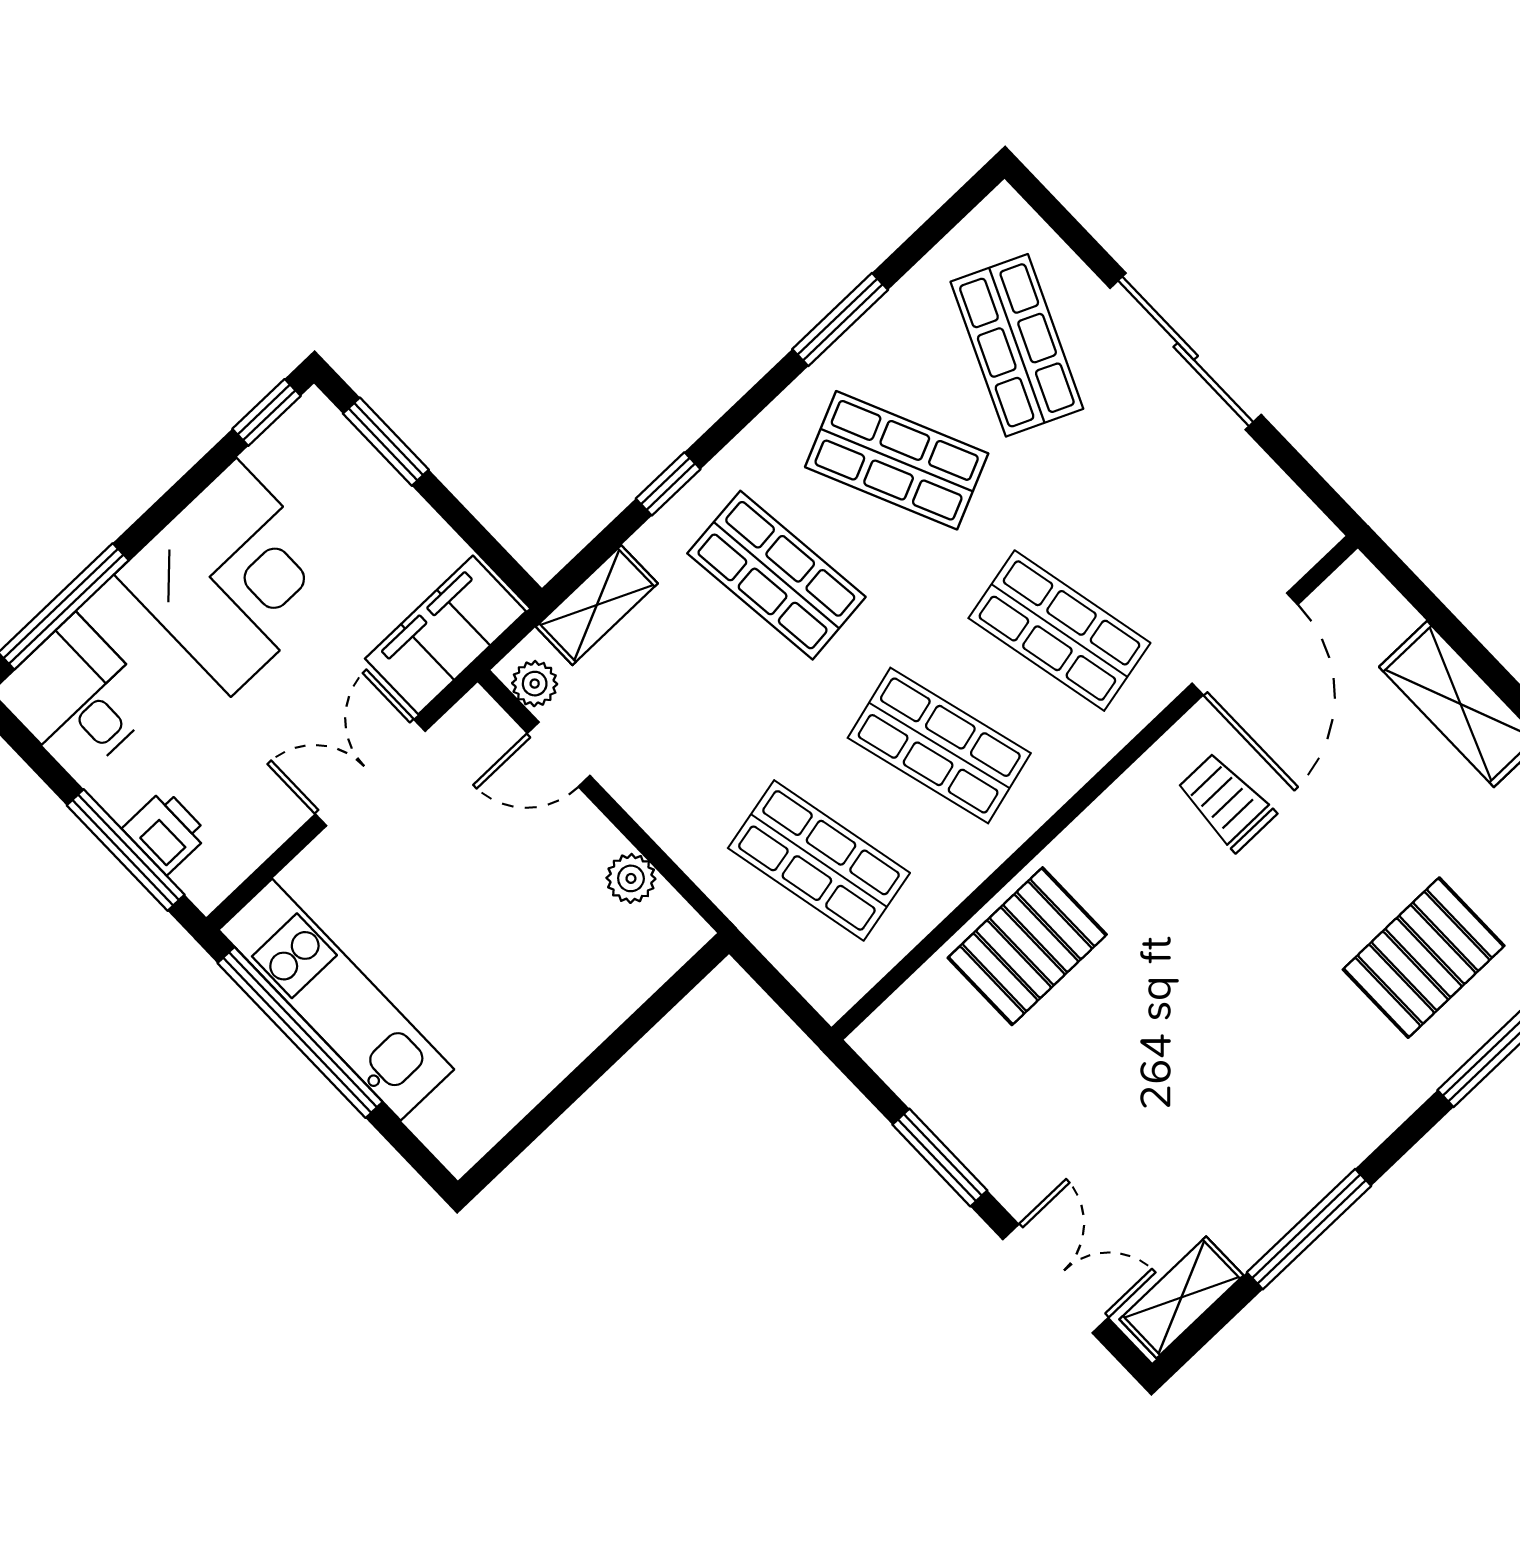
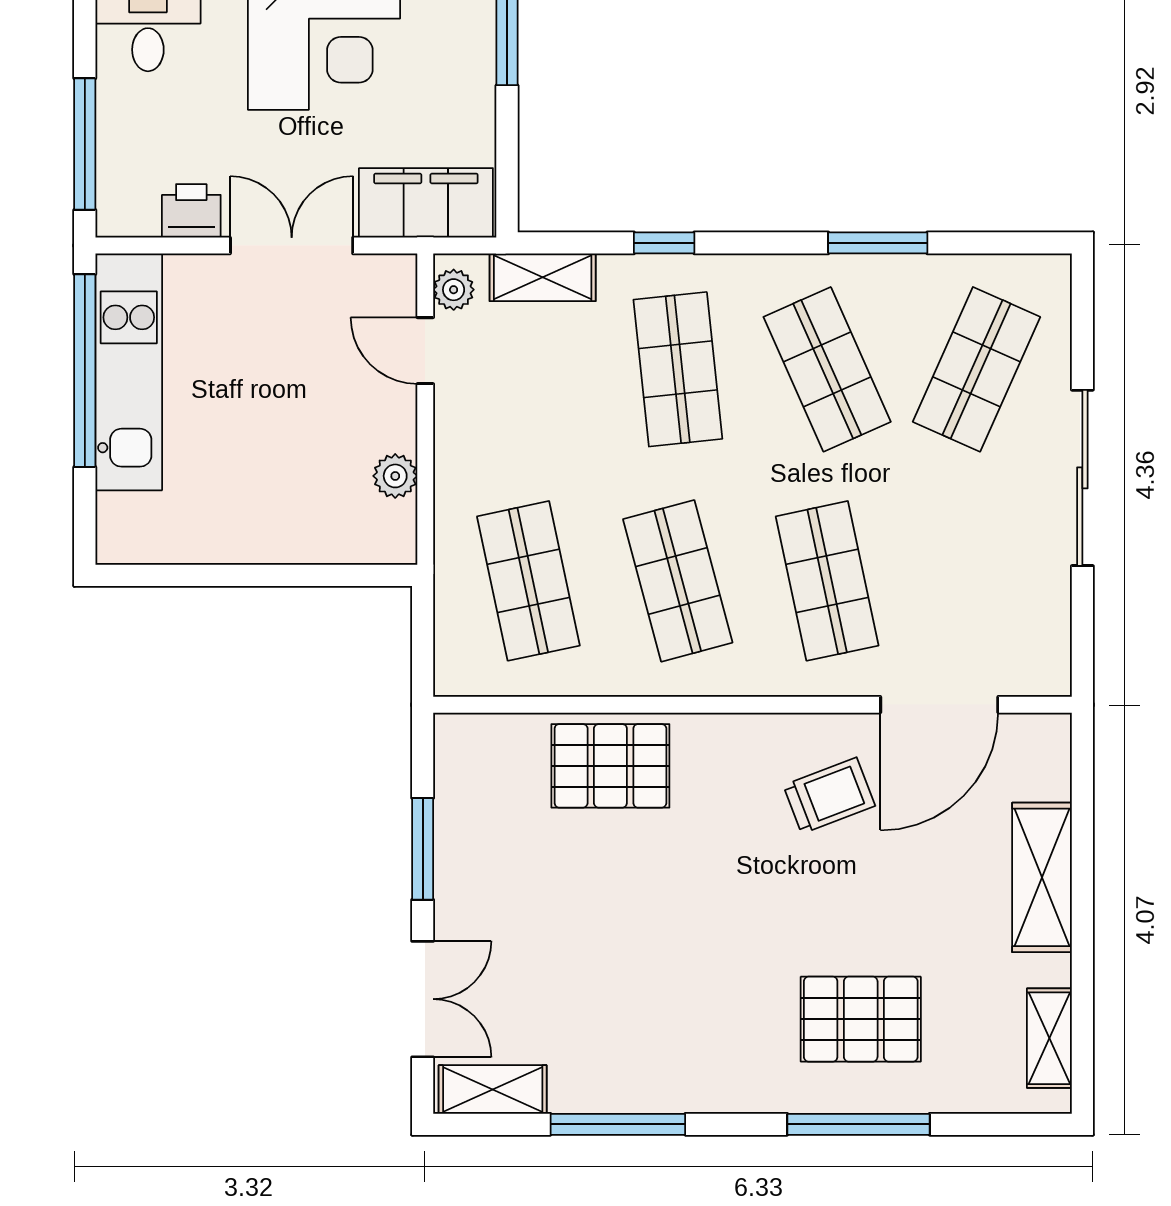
trolley: (1226, 802) -> (829, 796), turned 69
printer: (166, 832) -> (191, 211), moved, turned -90

